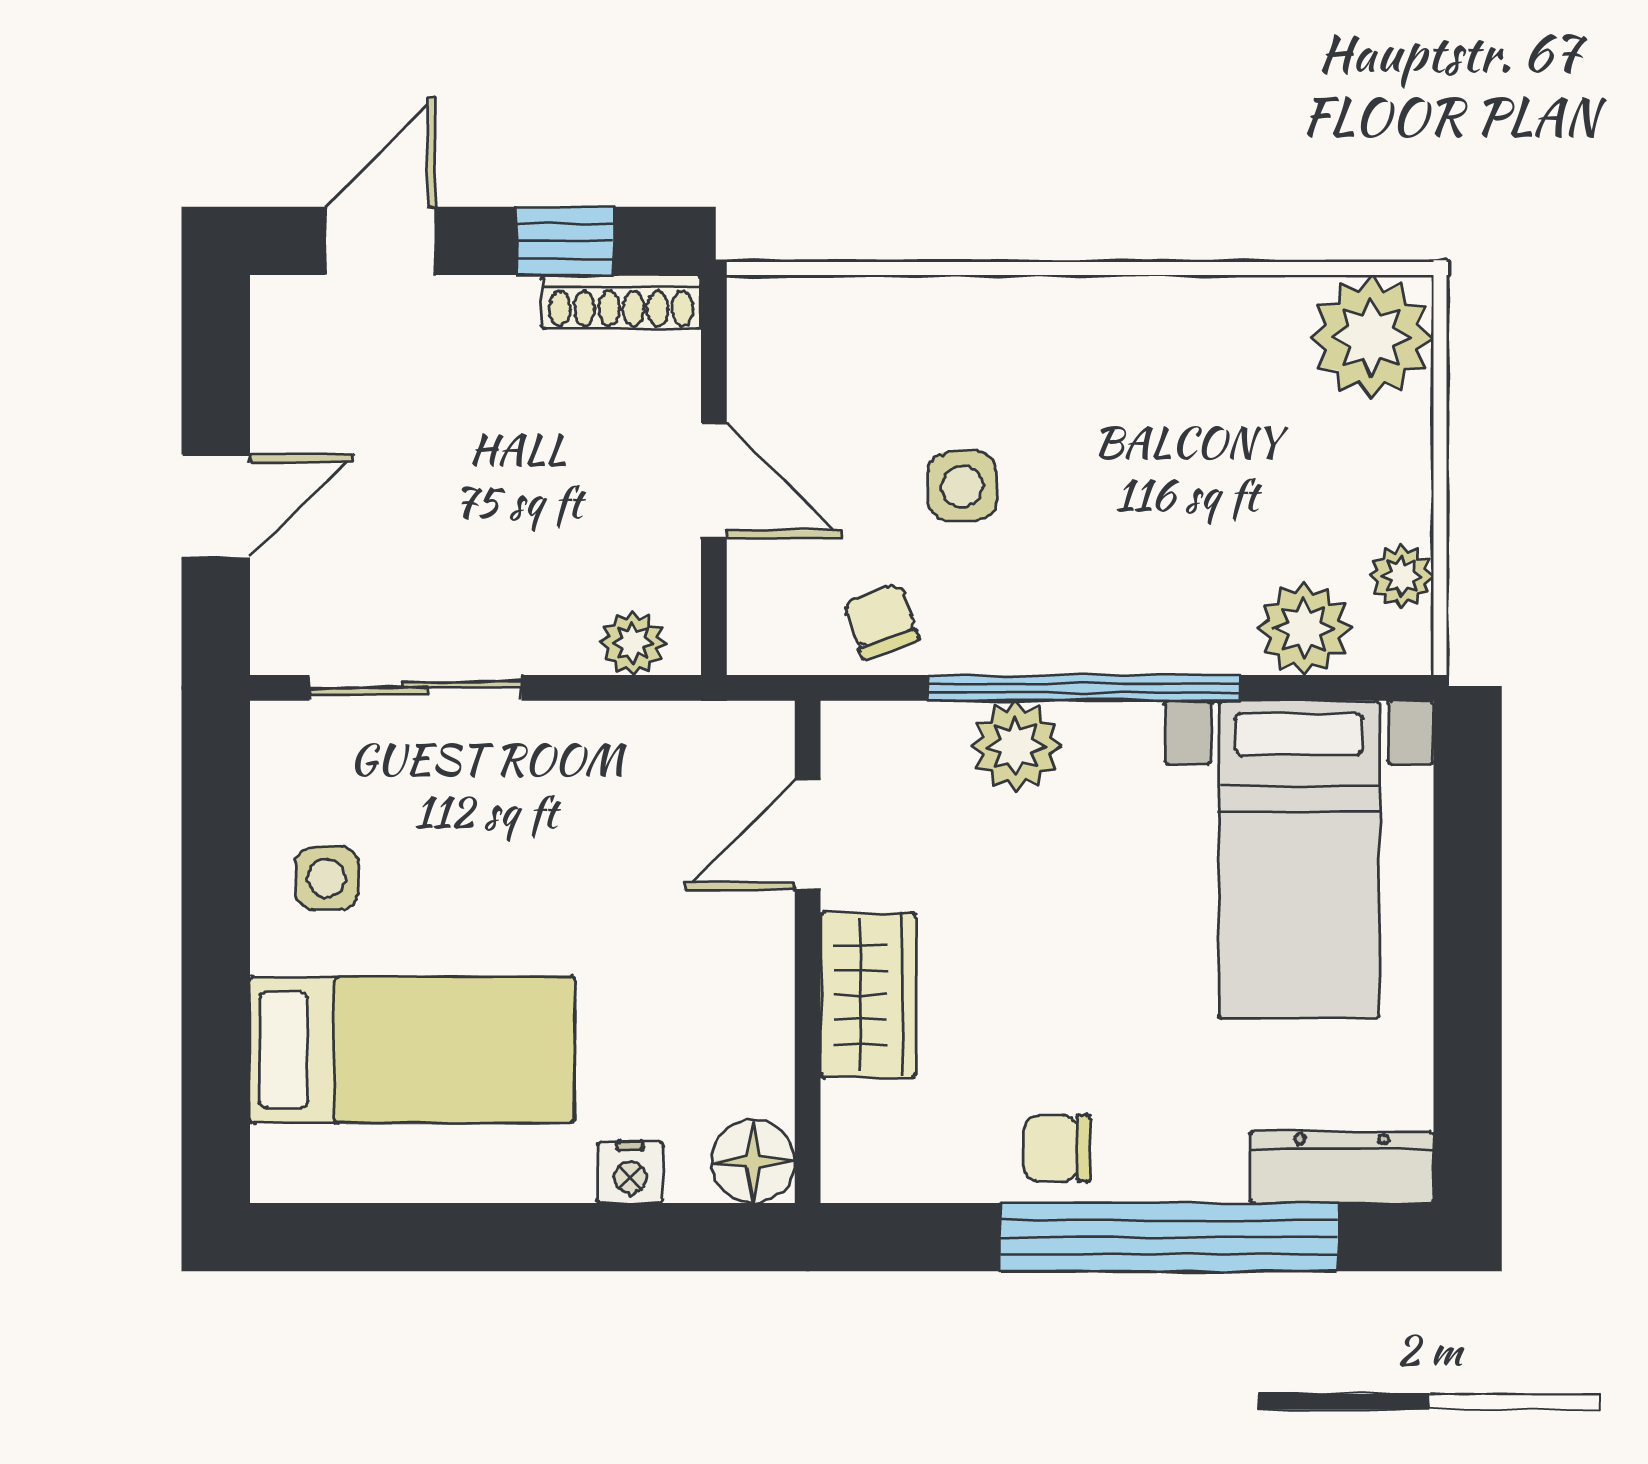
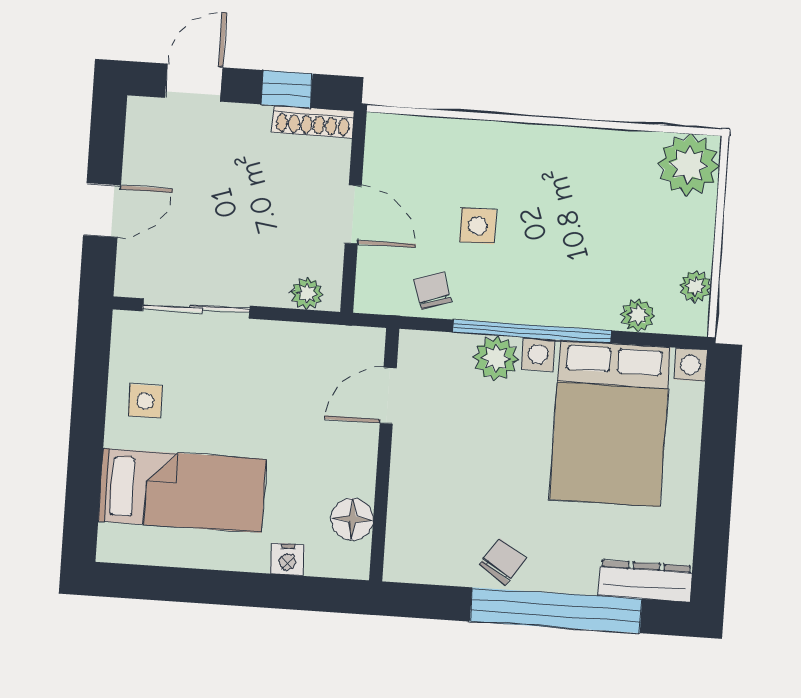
plant: (1304, 629) -> (638, 315), width x0.73, depth x0.73
bed with nightstands: (1299, 860) -> (610, 423), width x1.36
wardrobe: (868, 995) -> (413, 478), removed
chair: (1057, 1148) -> (503, 562), turned 124
floor lamp: (753, 1161) -> (352, 519), moved

